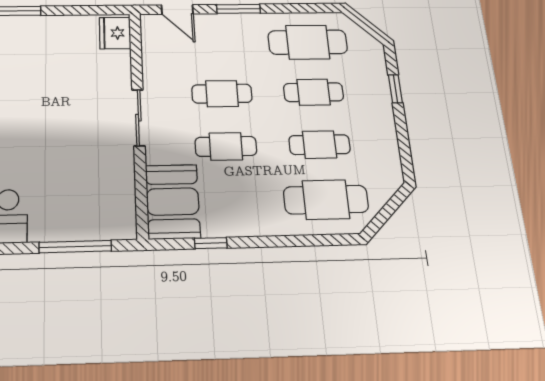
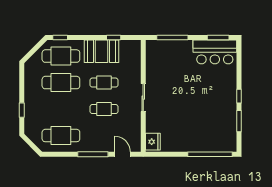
window: (238, 9) -> (93, 154), width x1.44
cafe table: (313, 92) -> (61, 109), removed
cafe table: (320, 145) -> (61, 83), width x1.37, depth x1.35
booth: (173, 202) -> (102, 51), moved, turned 90
window: (332, 240) -> (60, 37), added

